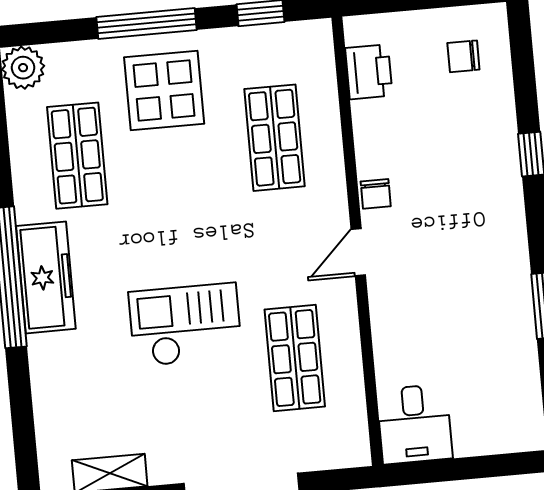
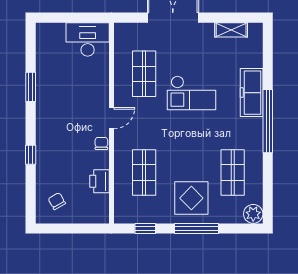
chair: (463, 56) -> (57, 201), turned -120
printer: (369, 72) -> (100, 181), moved
freezer: (46, 277) -> (252, 93), moved
desk: (415, 424) -> (88, 39), width x1.37

